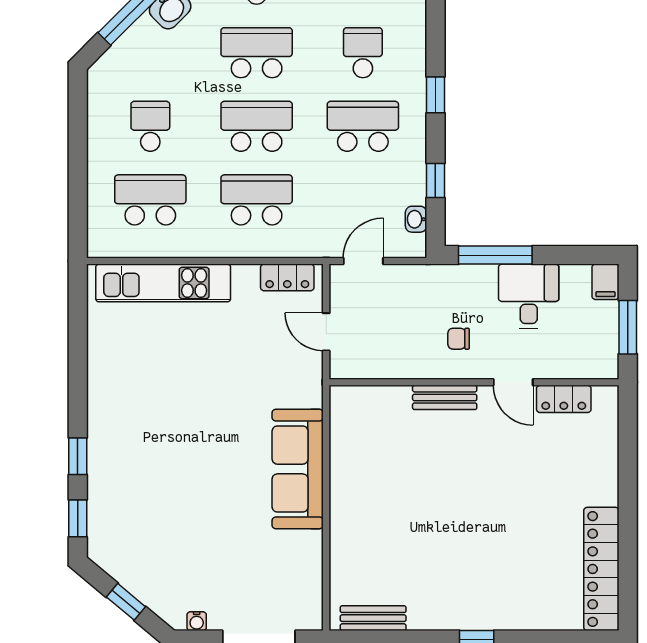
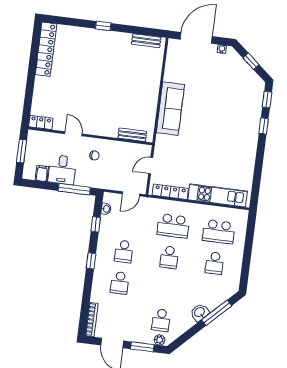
school desk: (257, 53) -> (165, 289), removed
school desk: (257, 126) -> (169, 257), width x0.54
school desk: (363, 126) -> (124, 251), width x0.54
locker: (287, 277) -> (170, 192), width x1.53
filing cabinet: (606, 282) -> (42, 173), moved
door: (326, 332) -> (151, 166), swing flipped
bench: (445, 397) -> (132, 135), moved
locker: (564, 399) -> (41, 122), moved

